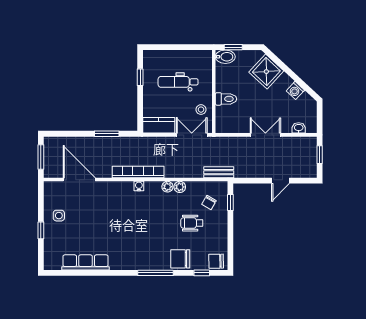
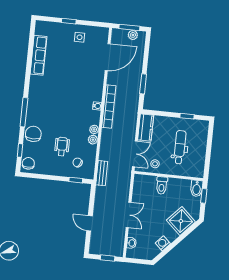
plant: (50, 152) -> (133, 35), added

